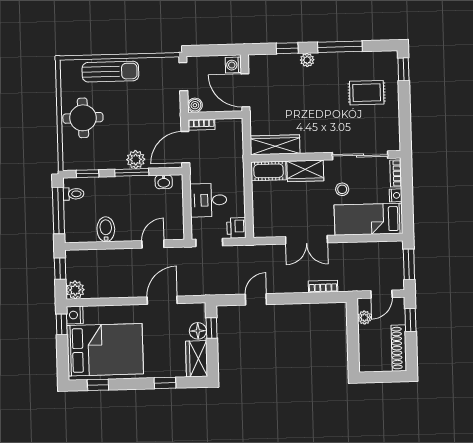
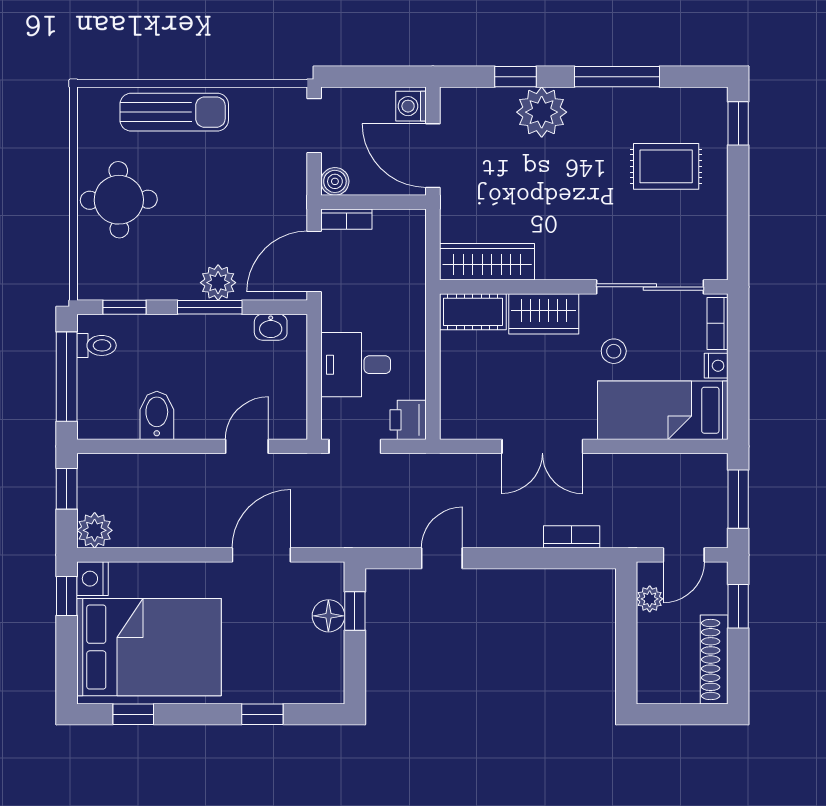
plant: (307, 60) -> (542, 112), width x1.88, depth x1.88
wardrobe: (197, 359) -> (325, 669), removed

